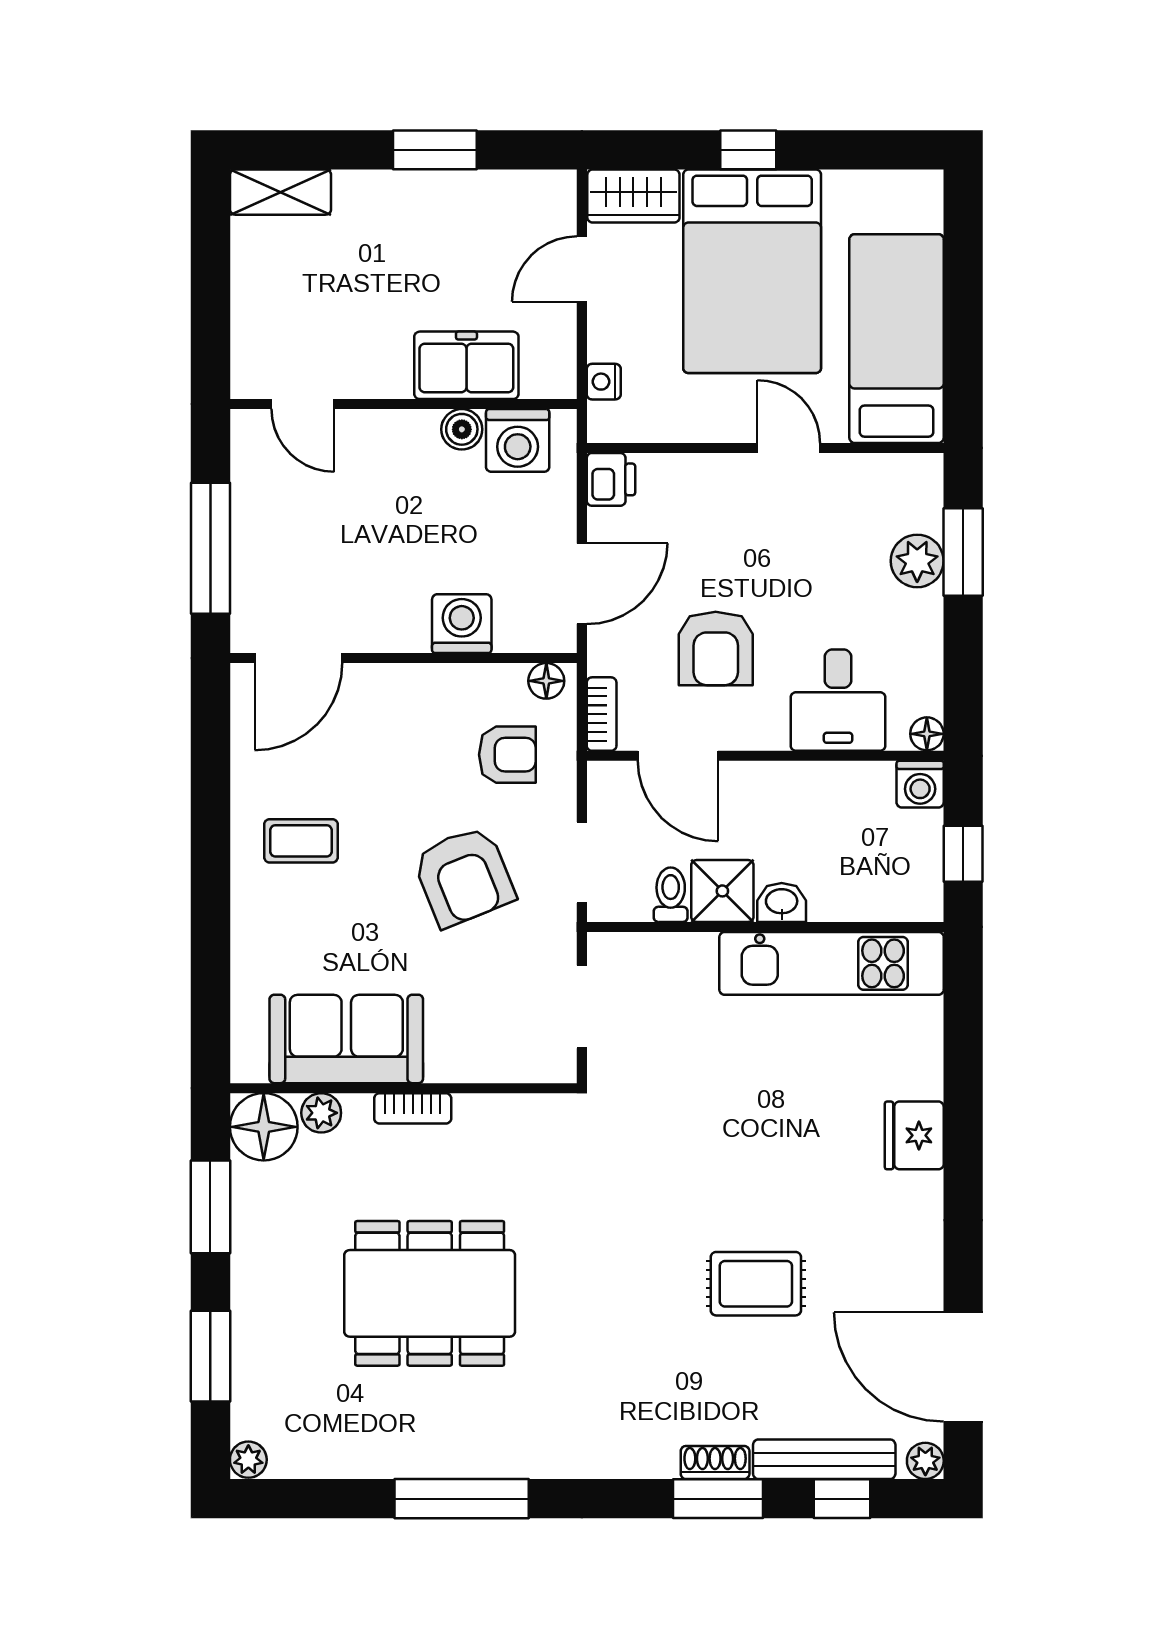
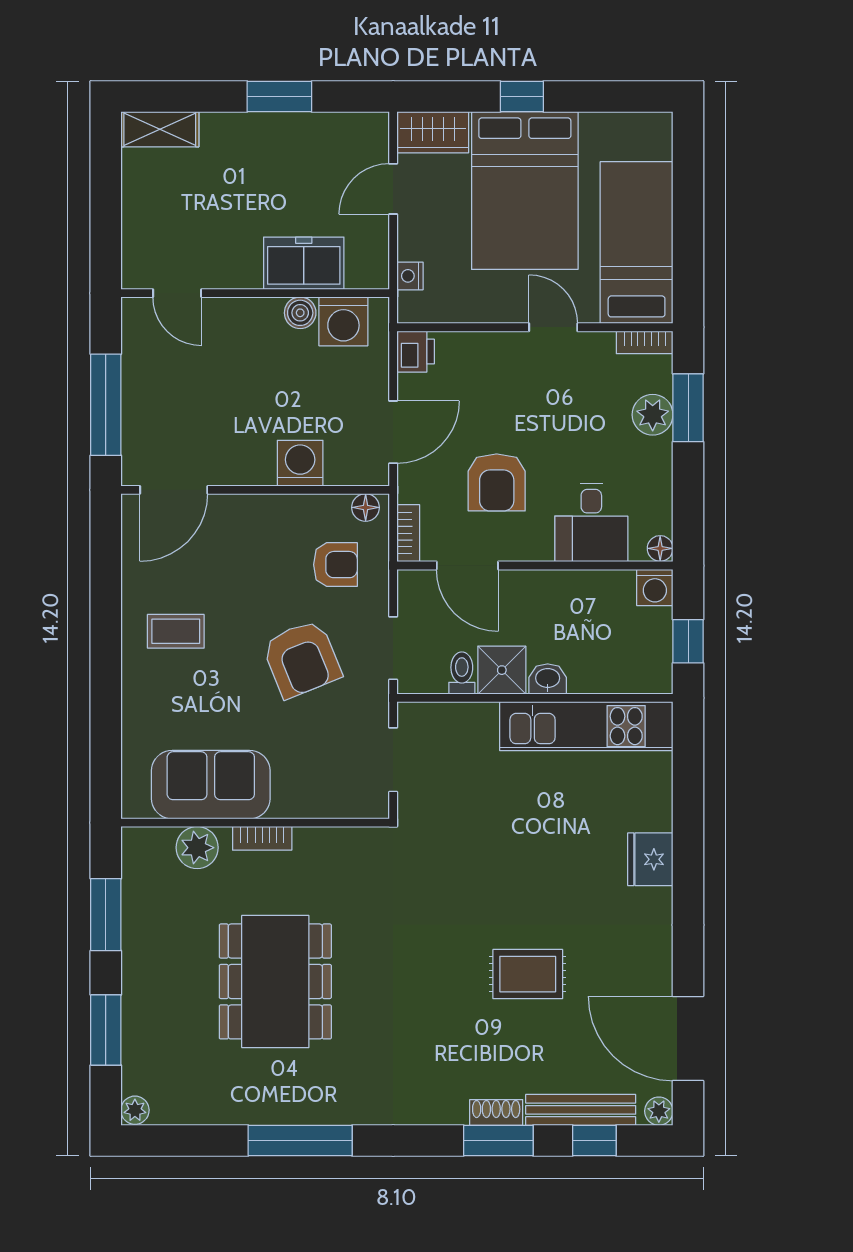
bookcase: (907, 467) -> (645, 342), added
plant: (321, 1113) -> (197, 848), width x1.38, depth x1.38
floor lamp: (264, 1127) -> (147, 853), removed
dining table: (430, 1293) -> (275, 981), turned 90

